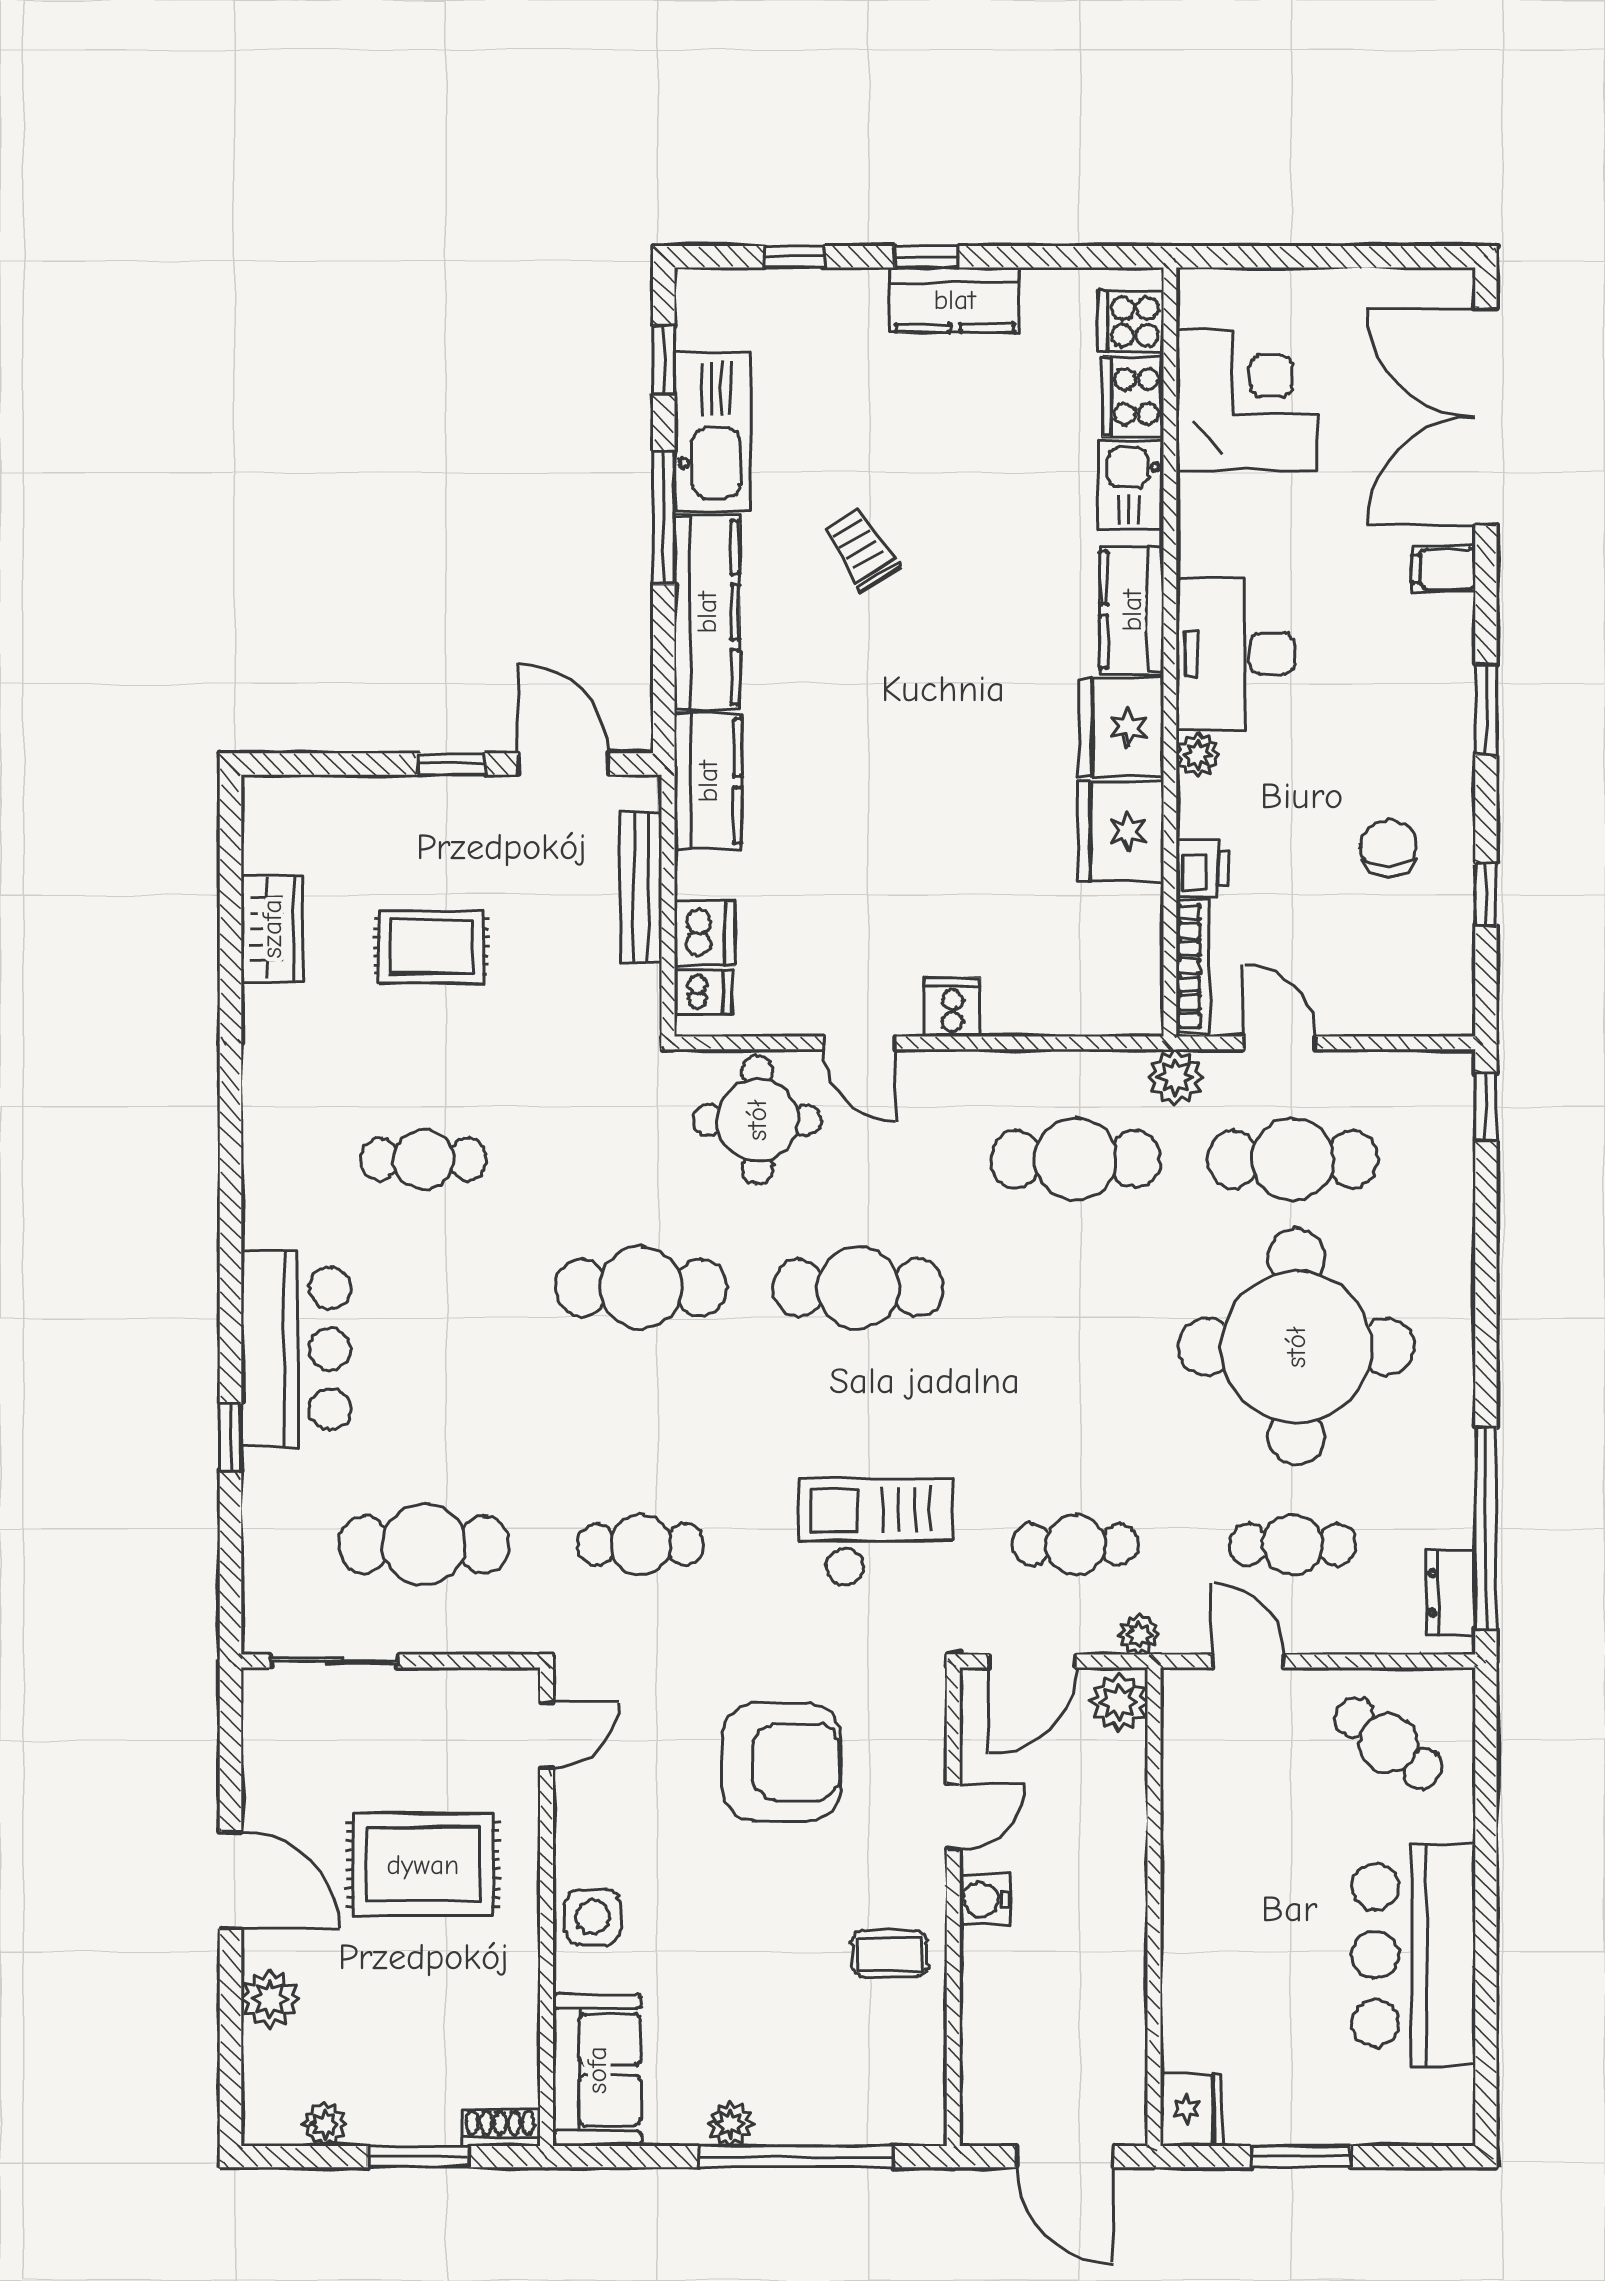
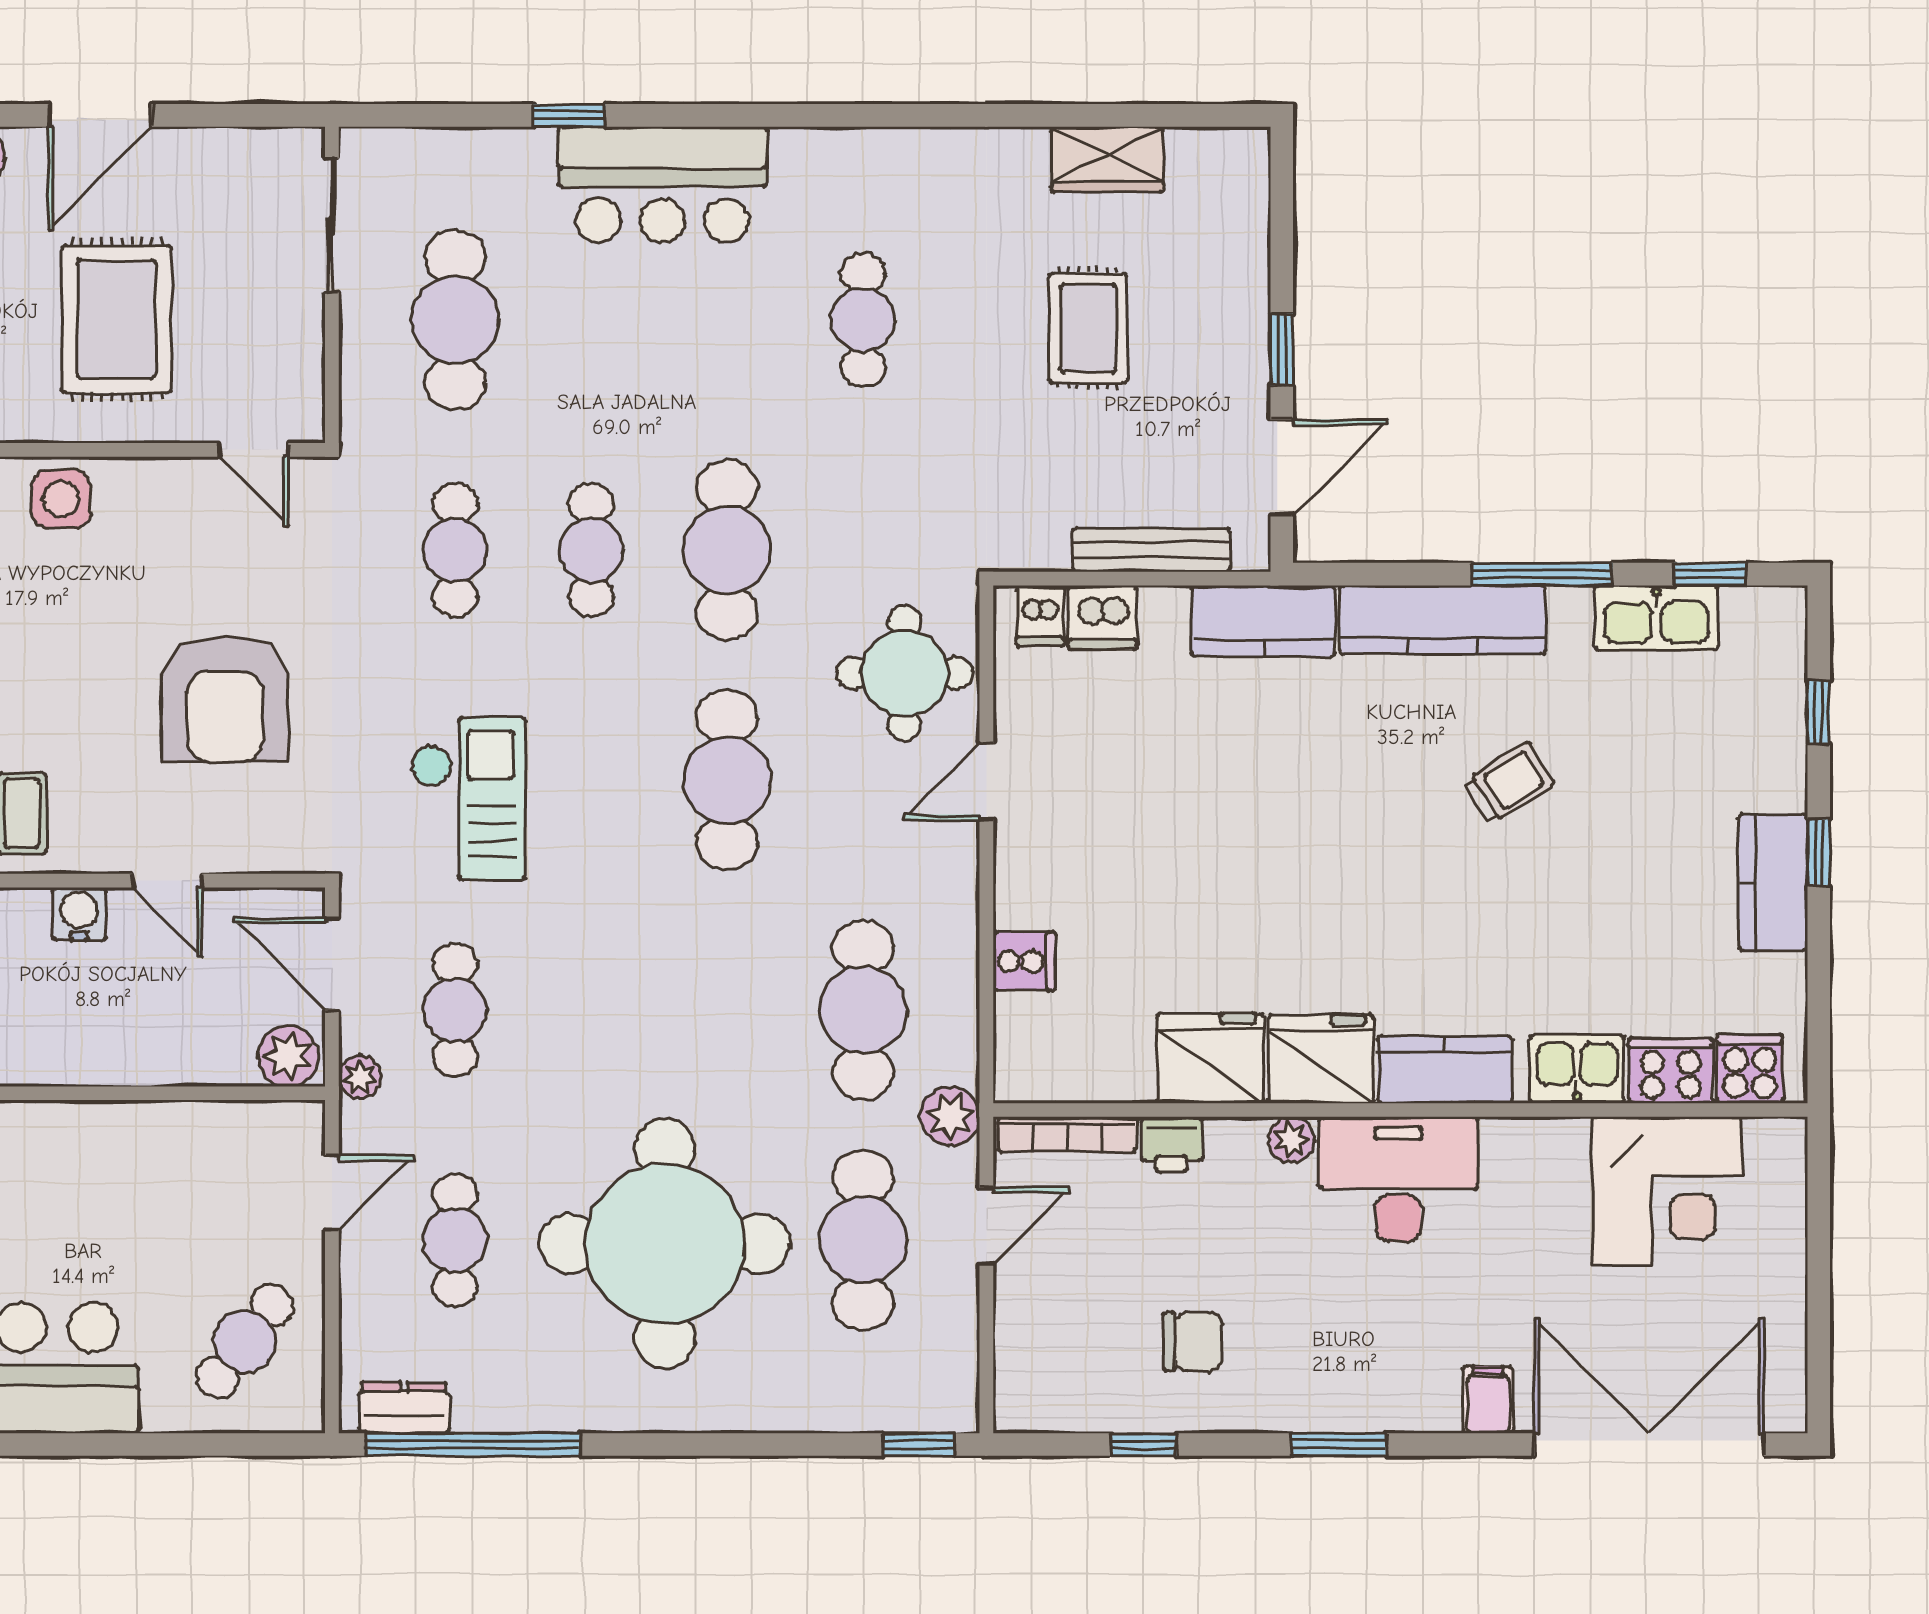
kitchen sink: (713, 431) -> (1656, 618), width x0.73, depth x0.81
cooker: (952, 1007) -> (1024, 961), moved
cafe table: (641, 1416) -> (591, 550), added

